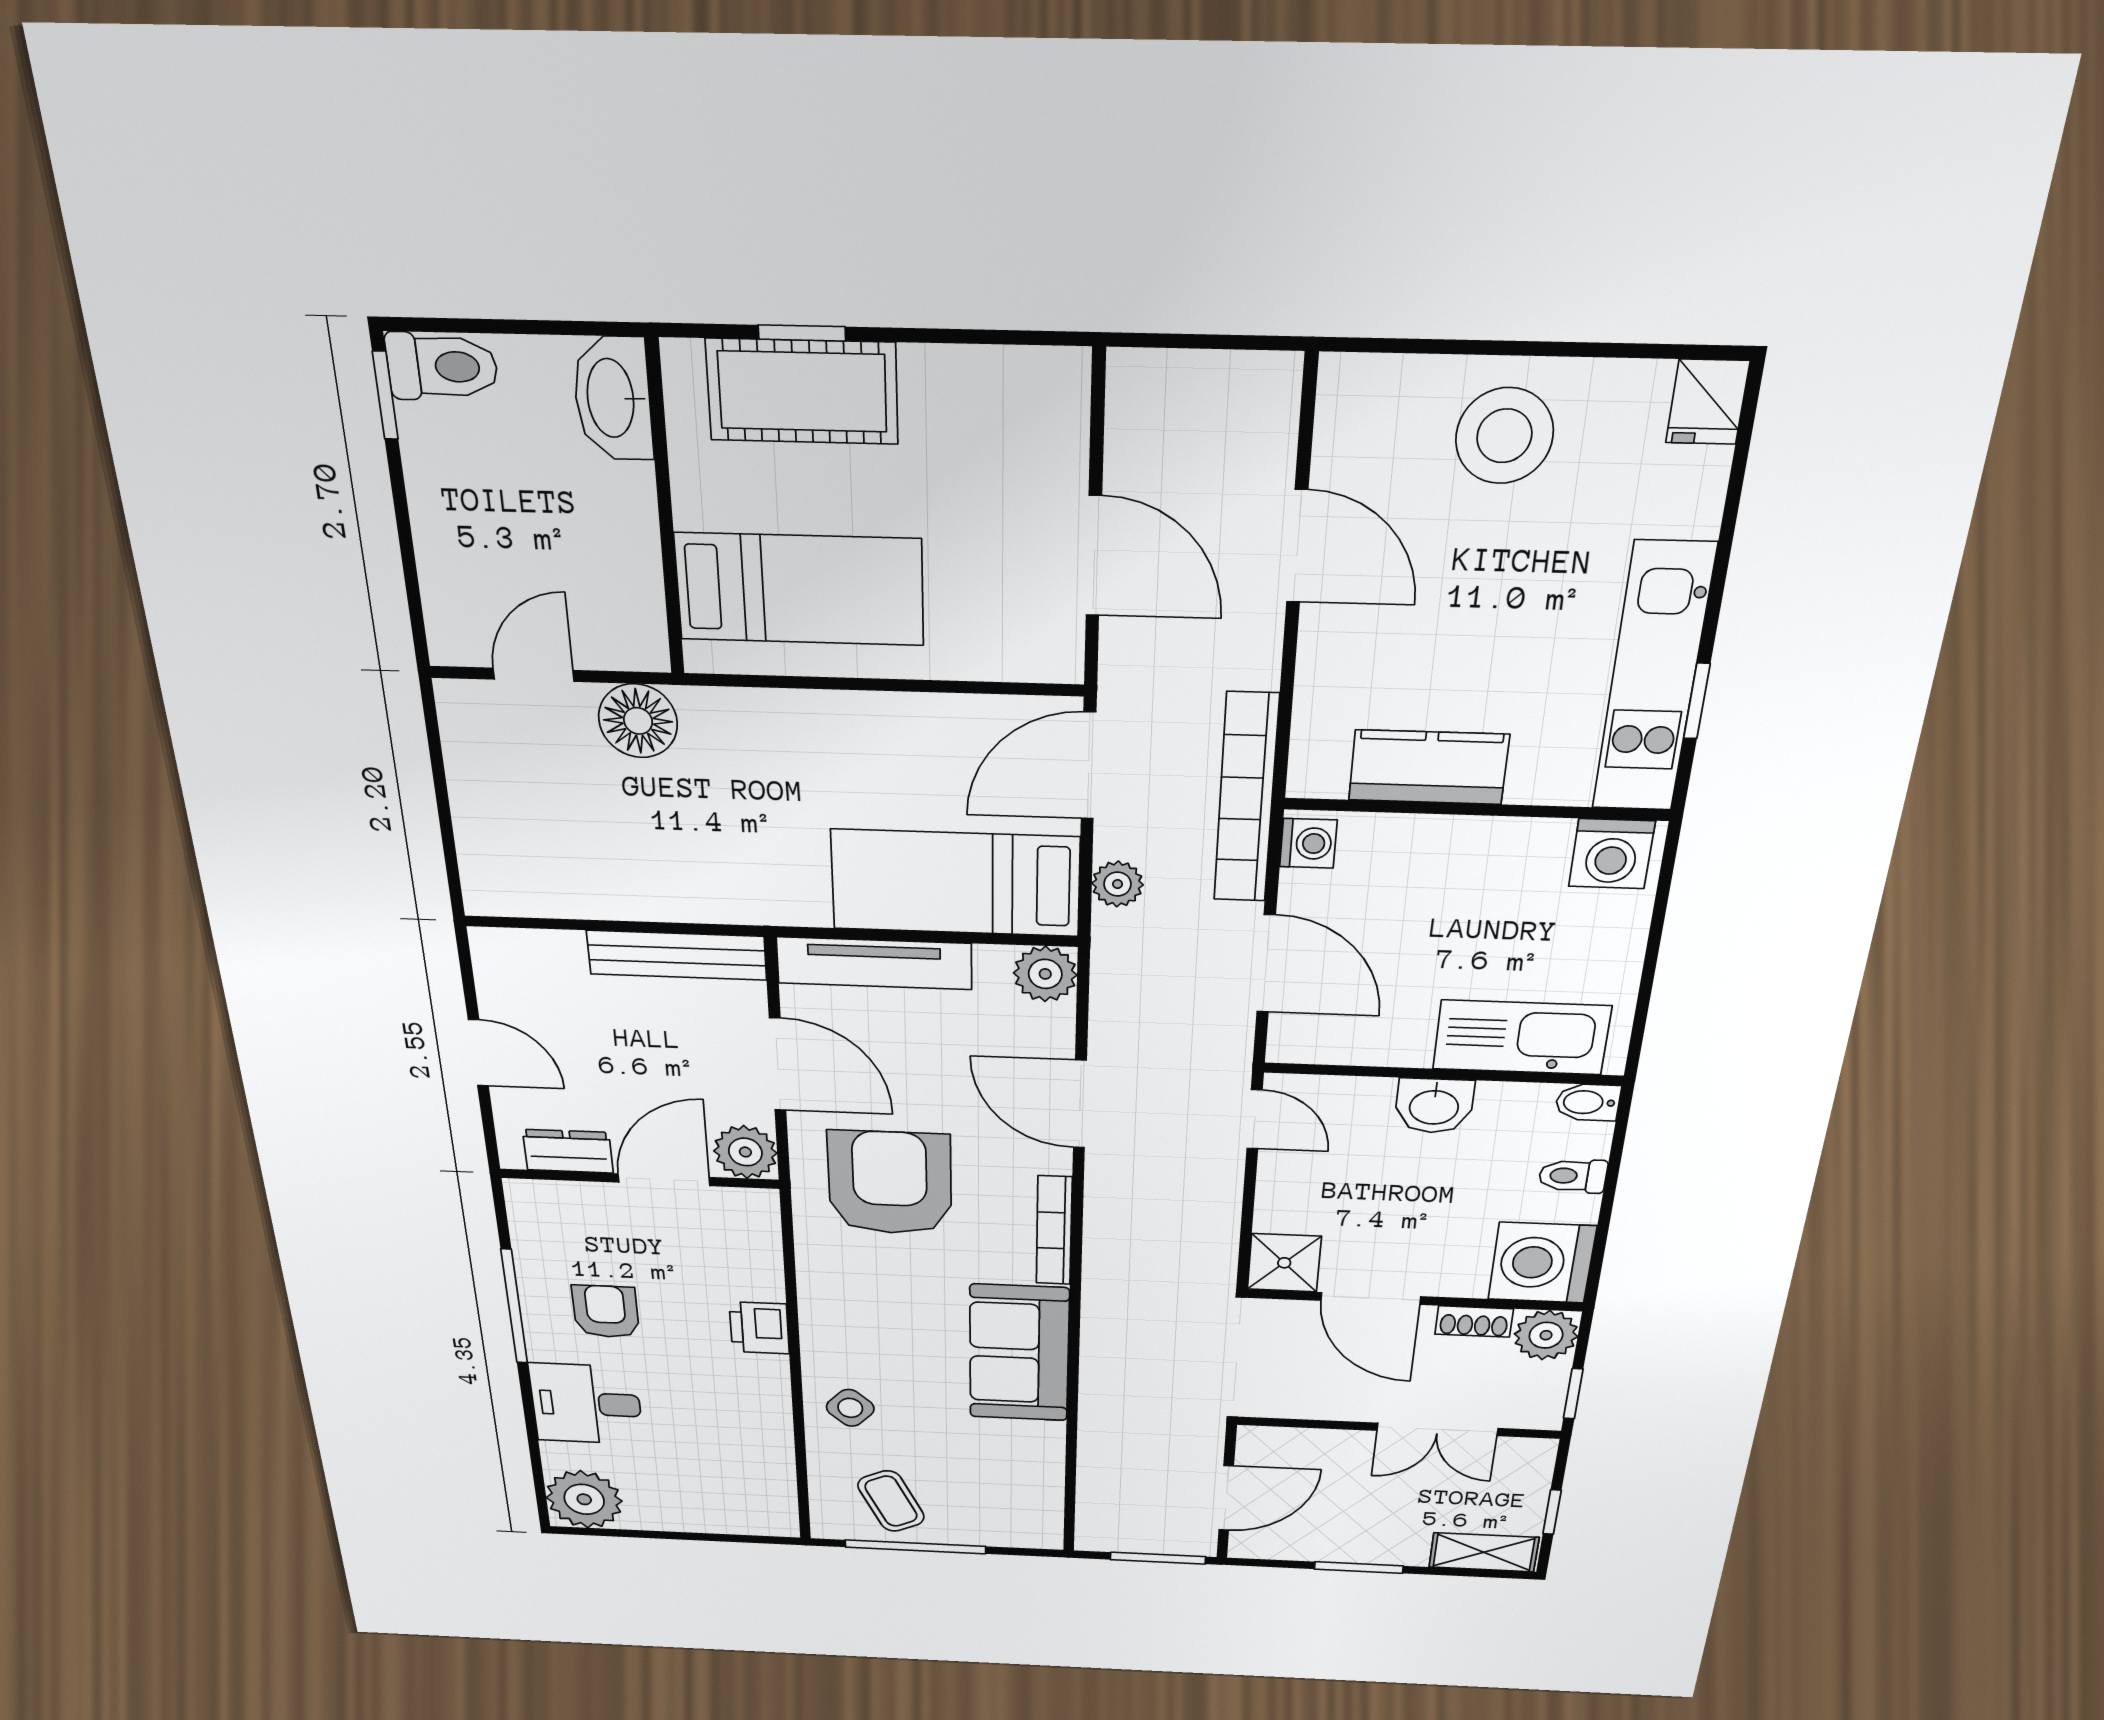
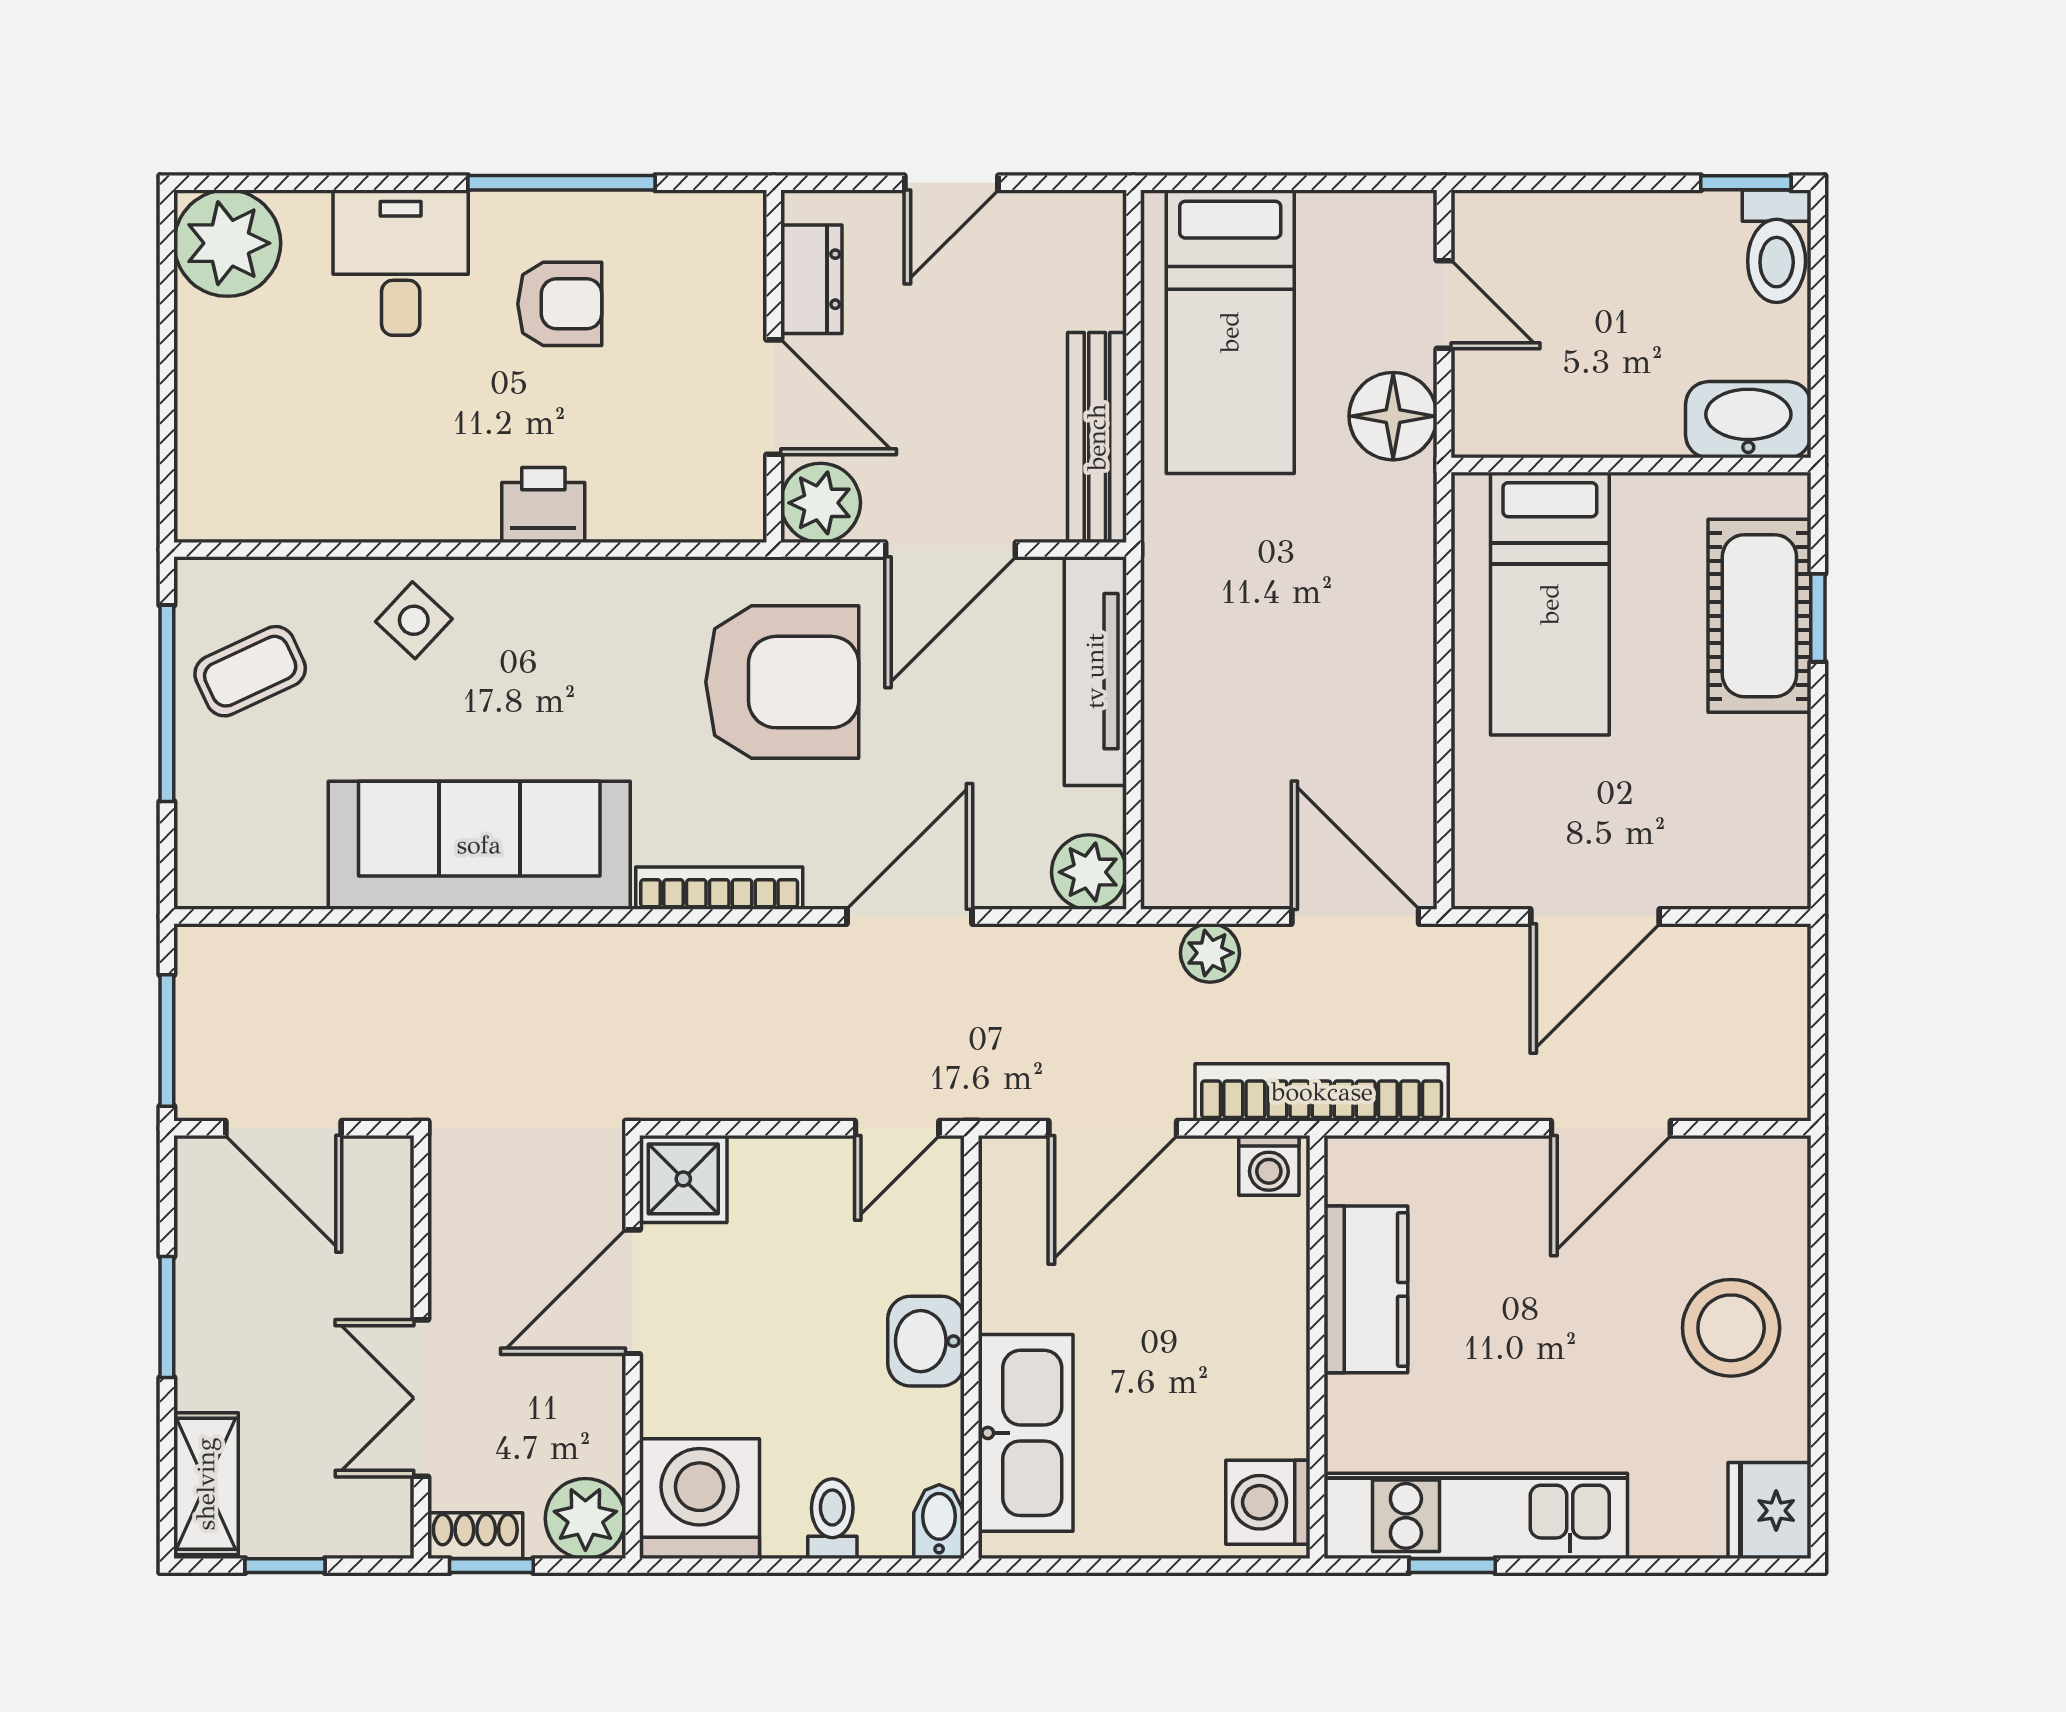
fridge: (1708, 402) -> (1769, 1511), width x1.38
bed: (955, 883) -> (1230, 332), moved, turned 180
shoe rack: (1474, 1322) -> (475, 1536), moved, turned 90
sofa: (1019, 1353) -> (479, 845), width x1.36

